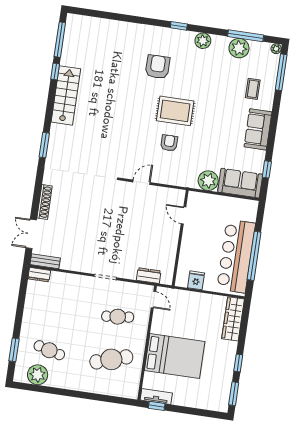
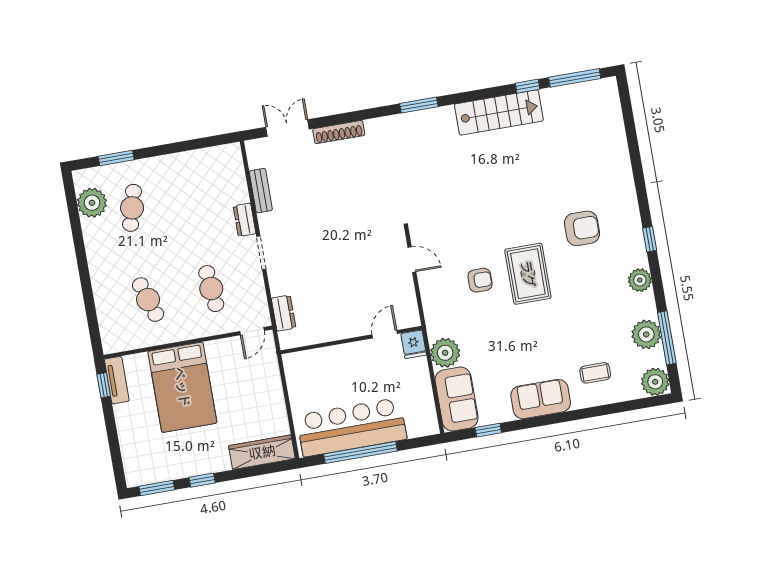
plant: (276, 49) -> (655, 382), width x1.88, depth x1.88
window: (281, 72) -> (632, 405), removed
bench: (45, 261) -> (261, 191), moved
dresser: (39, 275) -> (245, 220), moved
fridge: (196, 280) -> (414, 344), moved, turned 90
cafe table: (111, 359) -> (148, 300), width x0.73, depth x0.74

